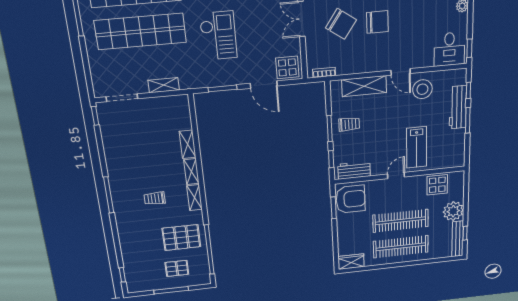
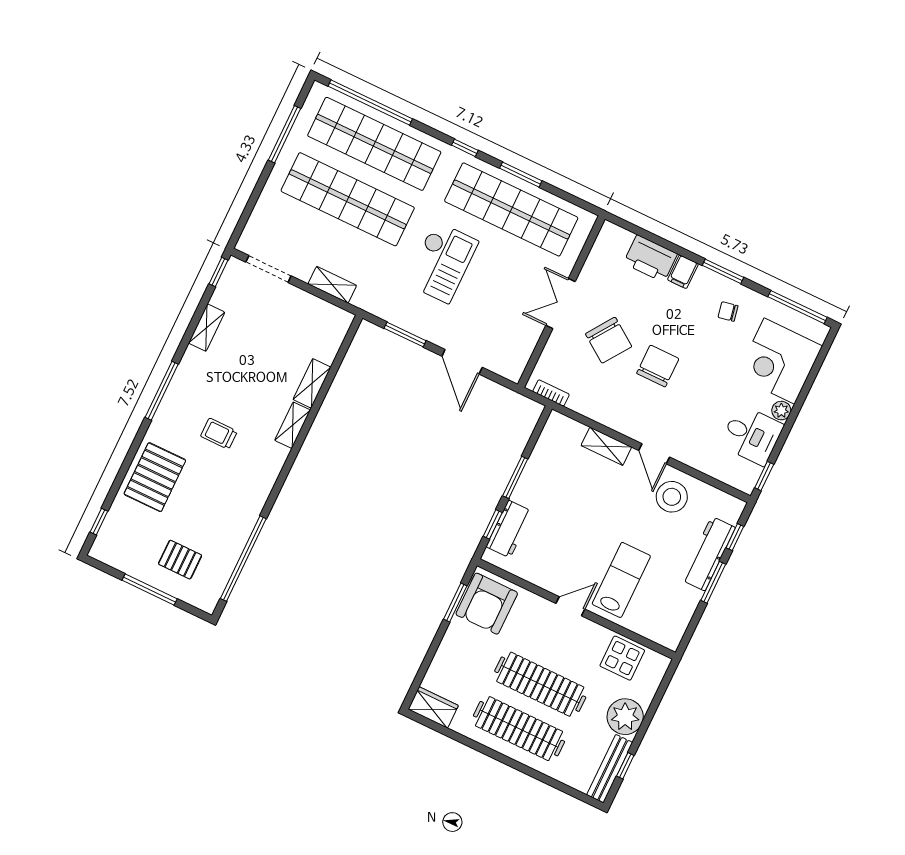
chair: (377, 22) -> (658, 366), turned -90
desk: (449, 49) -> (752, 435), moved, turned -90
display table: (287, 67) -> (506, 357), removed
shelving: (364, 86) -> (606, 446), width x0.67, depth x0.75
trolley: (349, 124) -> (545, 487), removed
lab bench: (417, 147) -> (621, 580), turned 180
workbench: (354, 170) -> (509, 529), moved, turned 90
shelving: (194, 198) -> (207, 328), moved
armchair: (351, 199) -> (487, 604), turned 90
pallet: (181, 237) -> (155, 477), moved, turned 90

